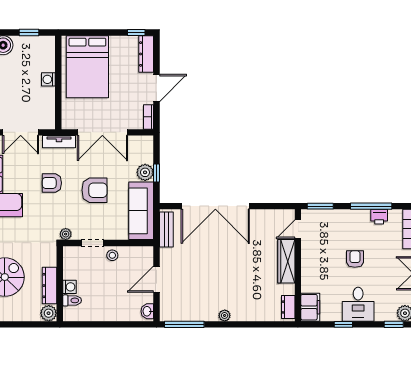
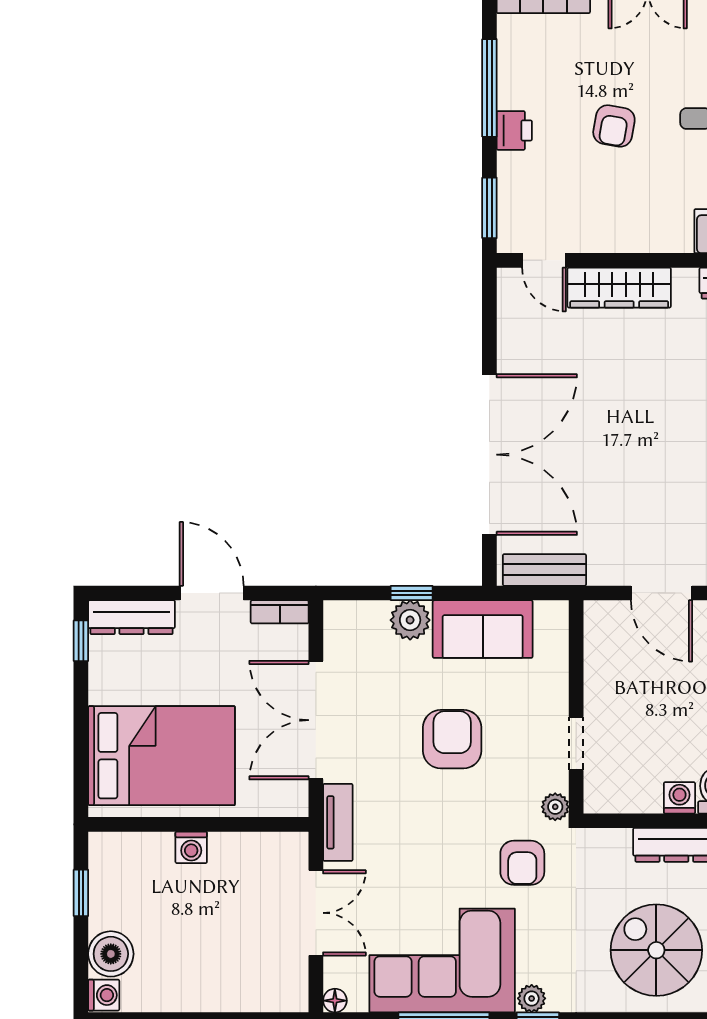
double door: (102, 132) -> (316, 720), swing flipped
armchair: (52, 183) -> (522, 863), moved
sofa: (141, 211) -> (483, 629), width x0.73
printer: (379, 217) -> (514, 130), moved
stool: (112, 255) -> (605, 697), removed
armchair: (355, 259) -> (614, 126), turned -80

